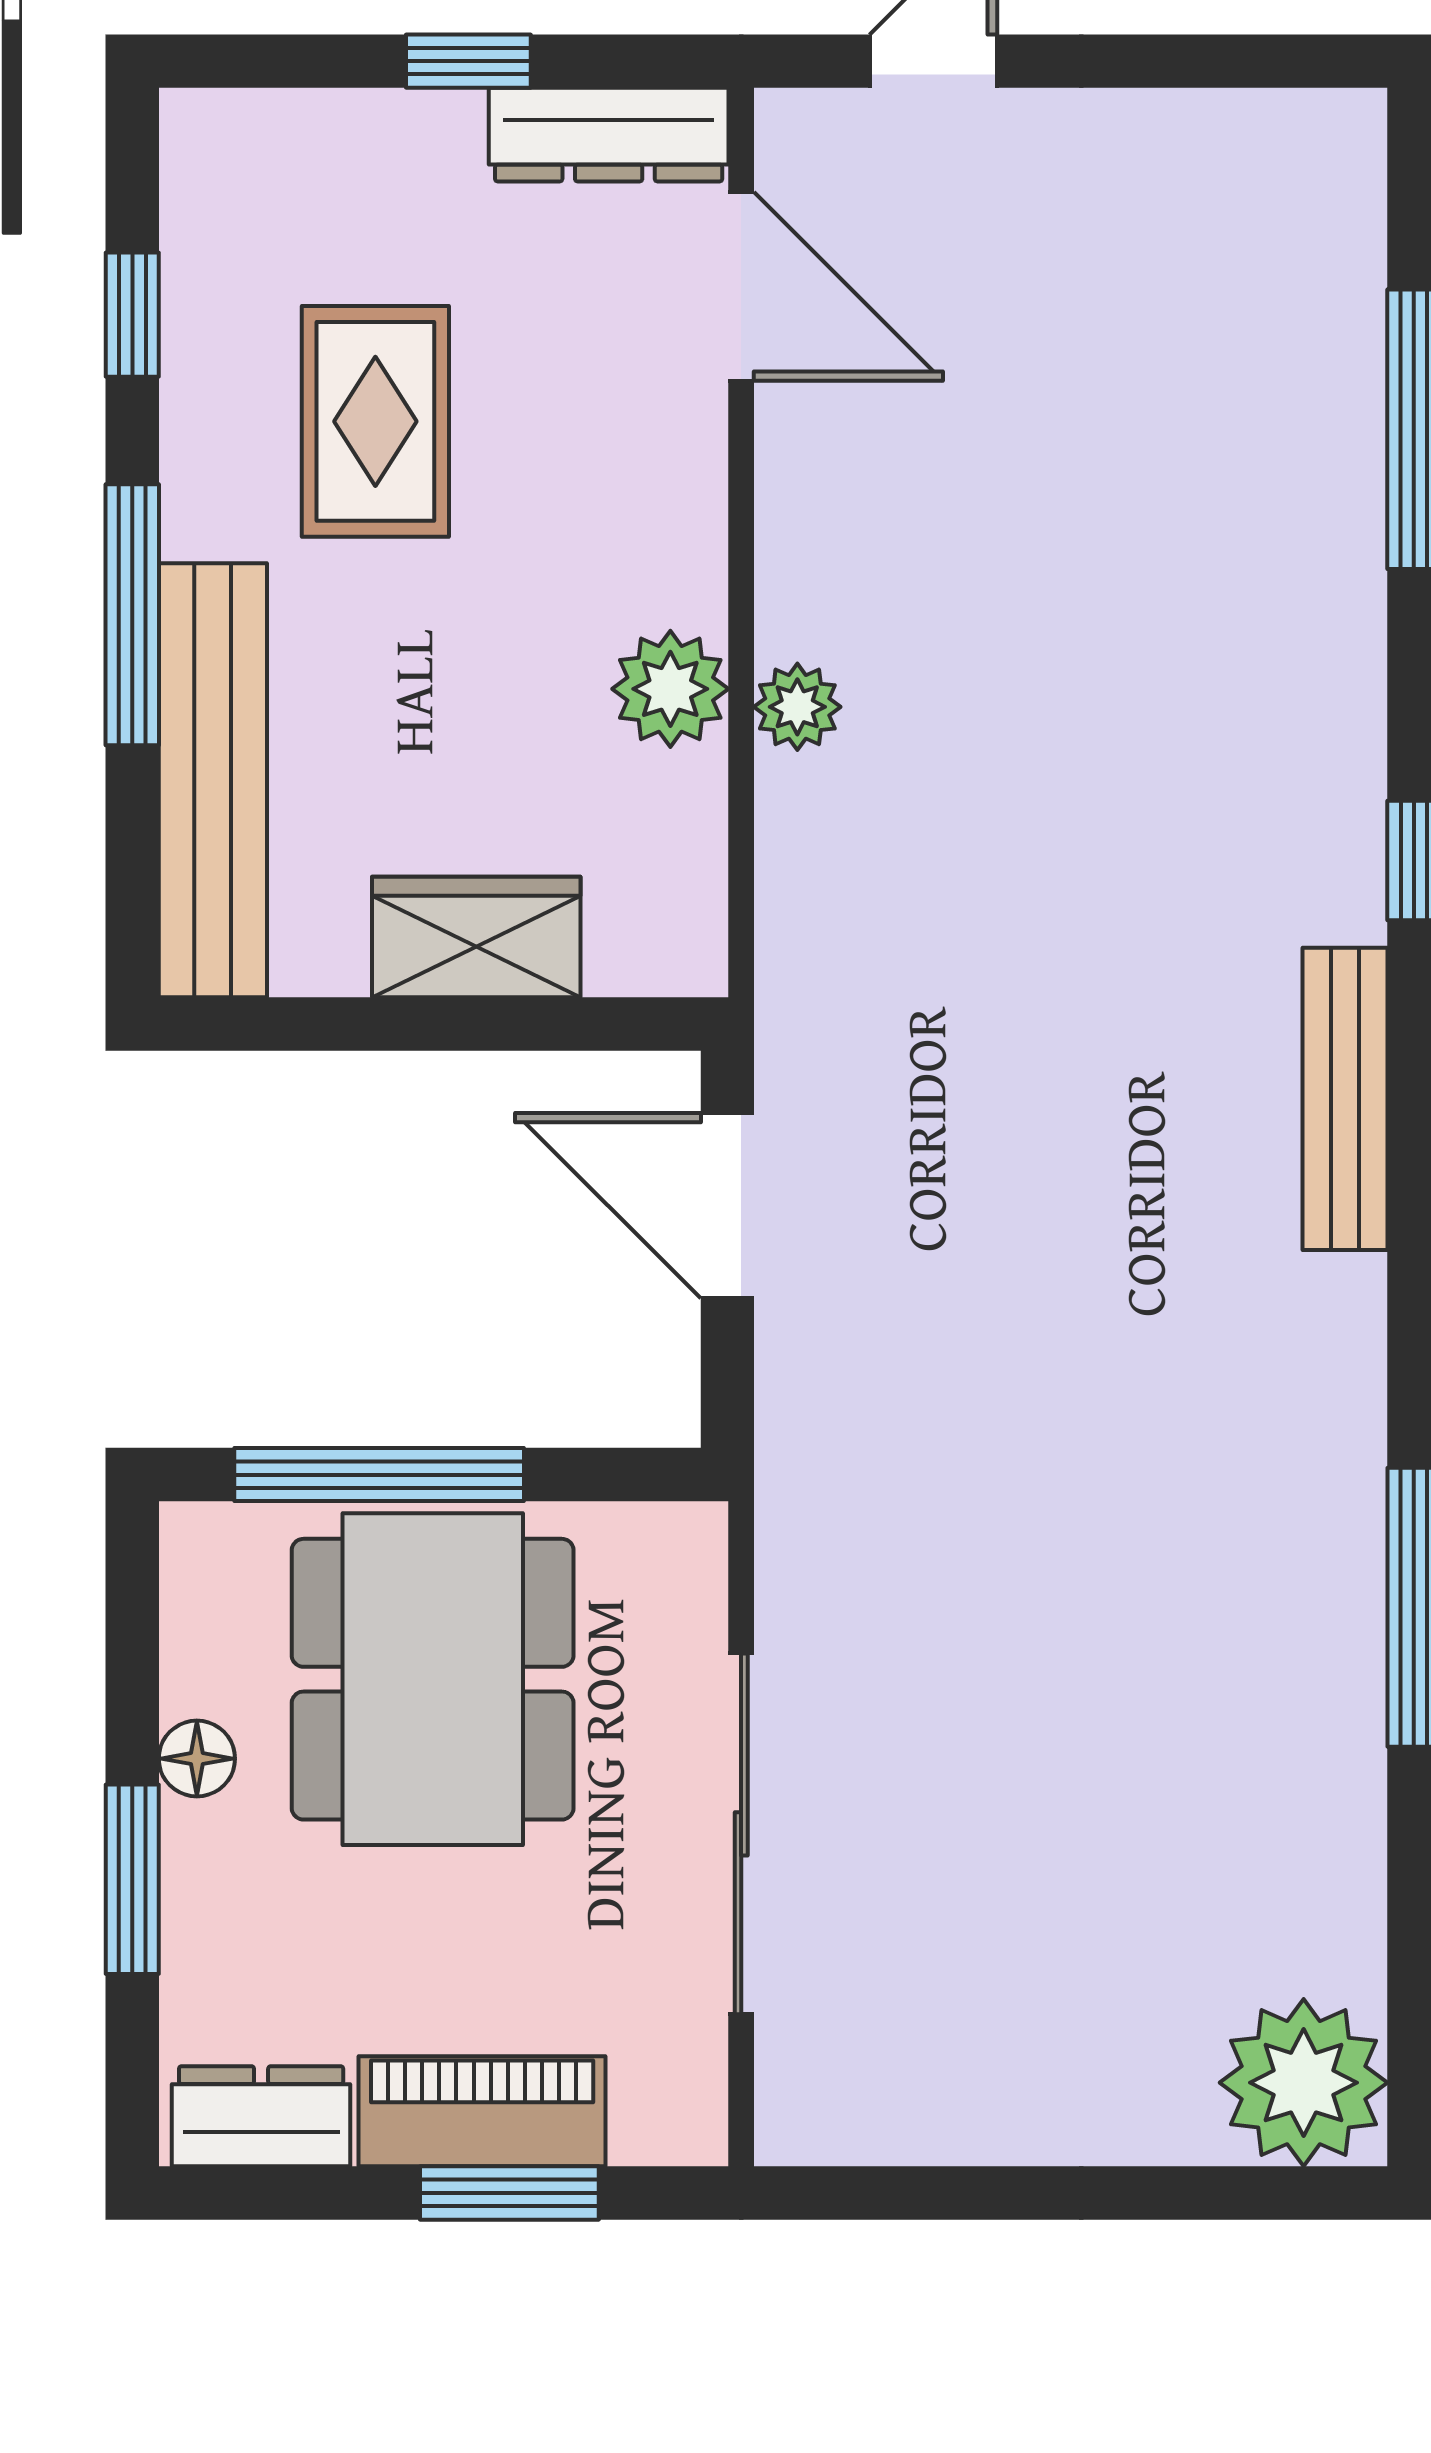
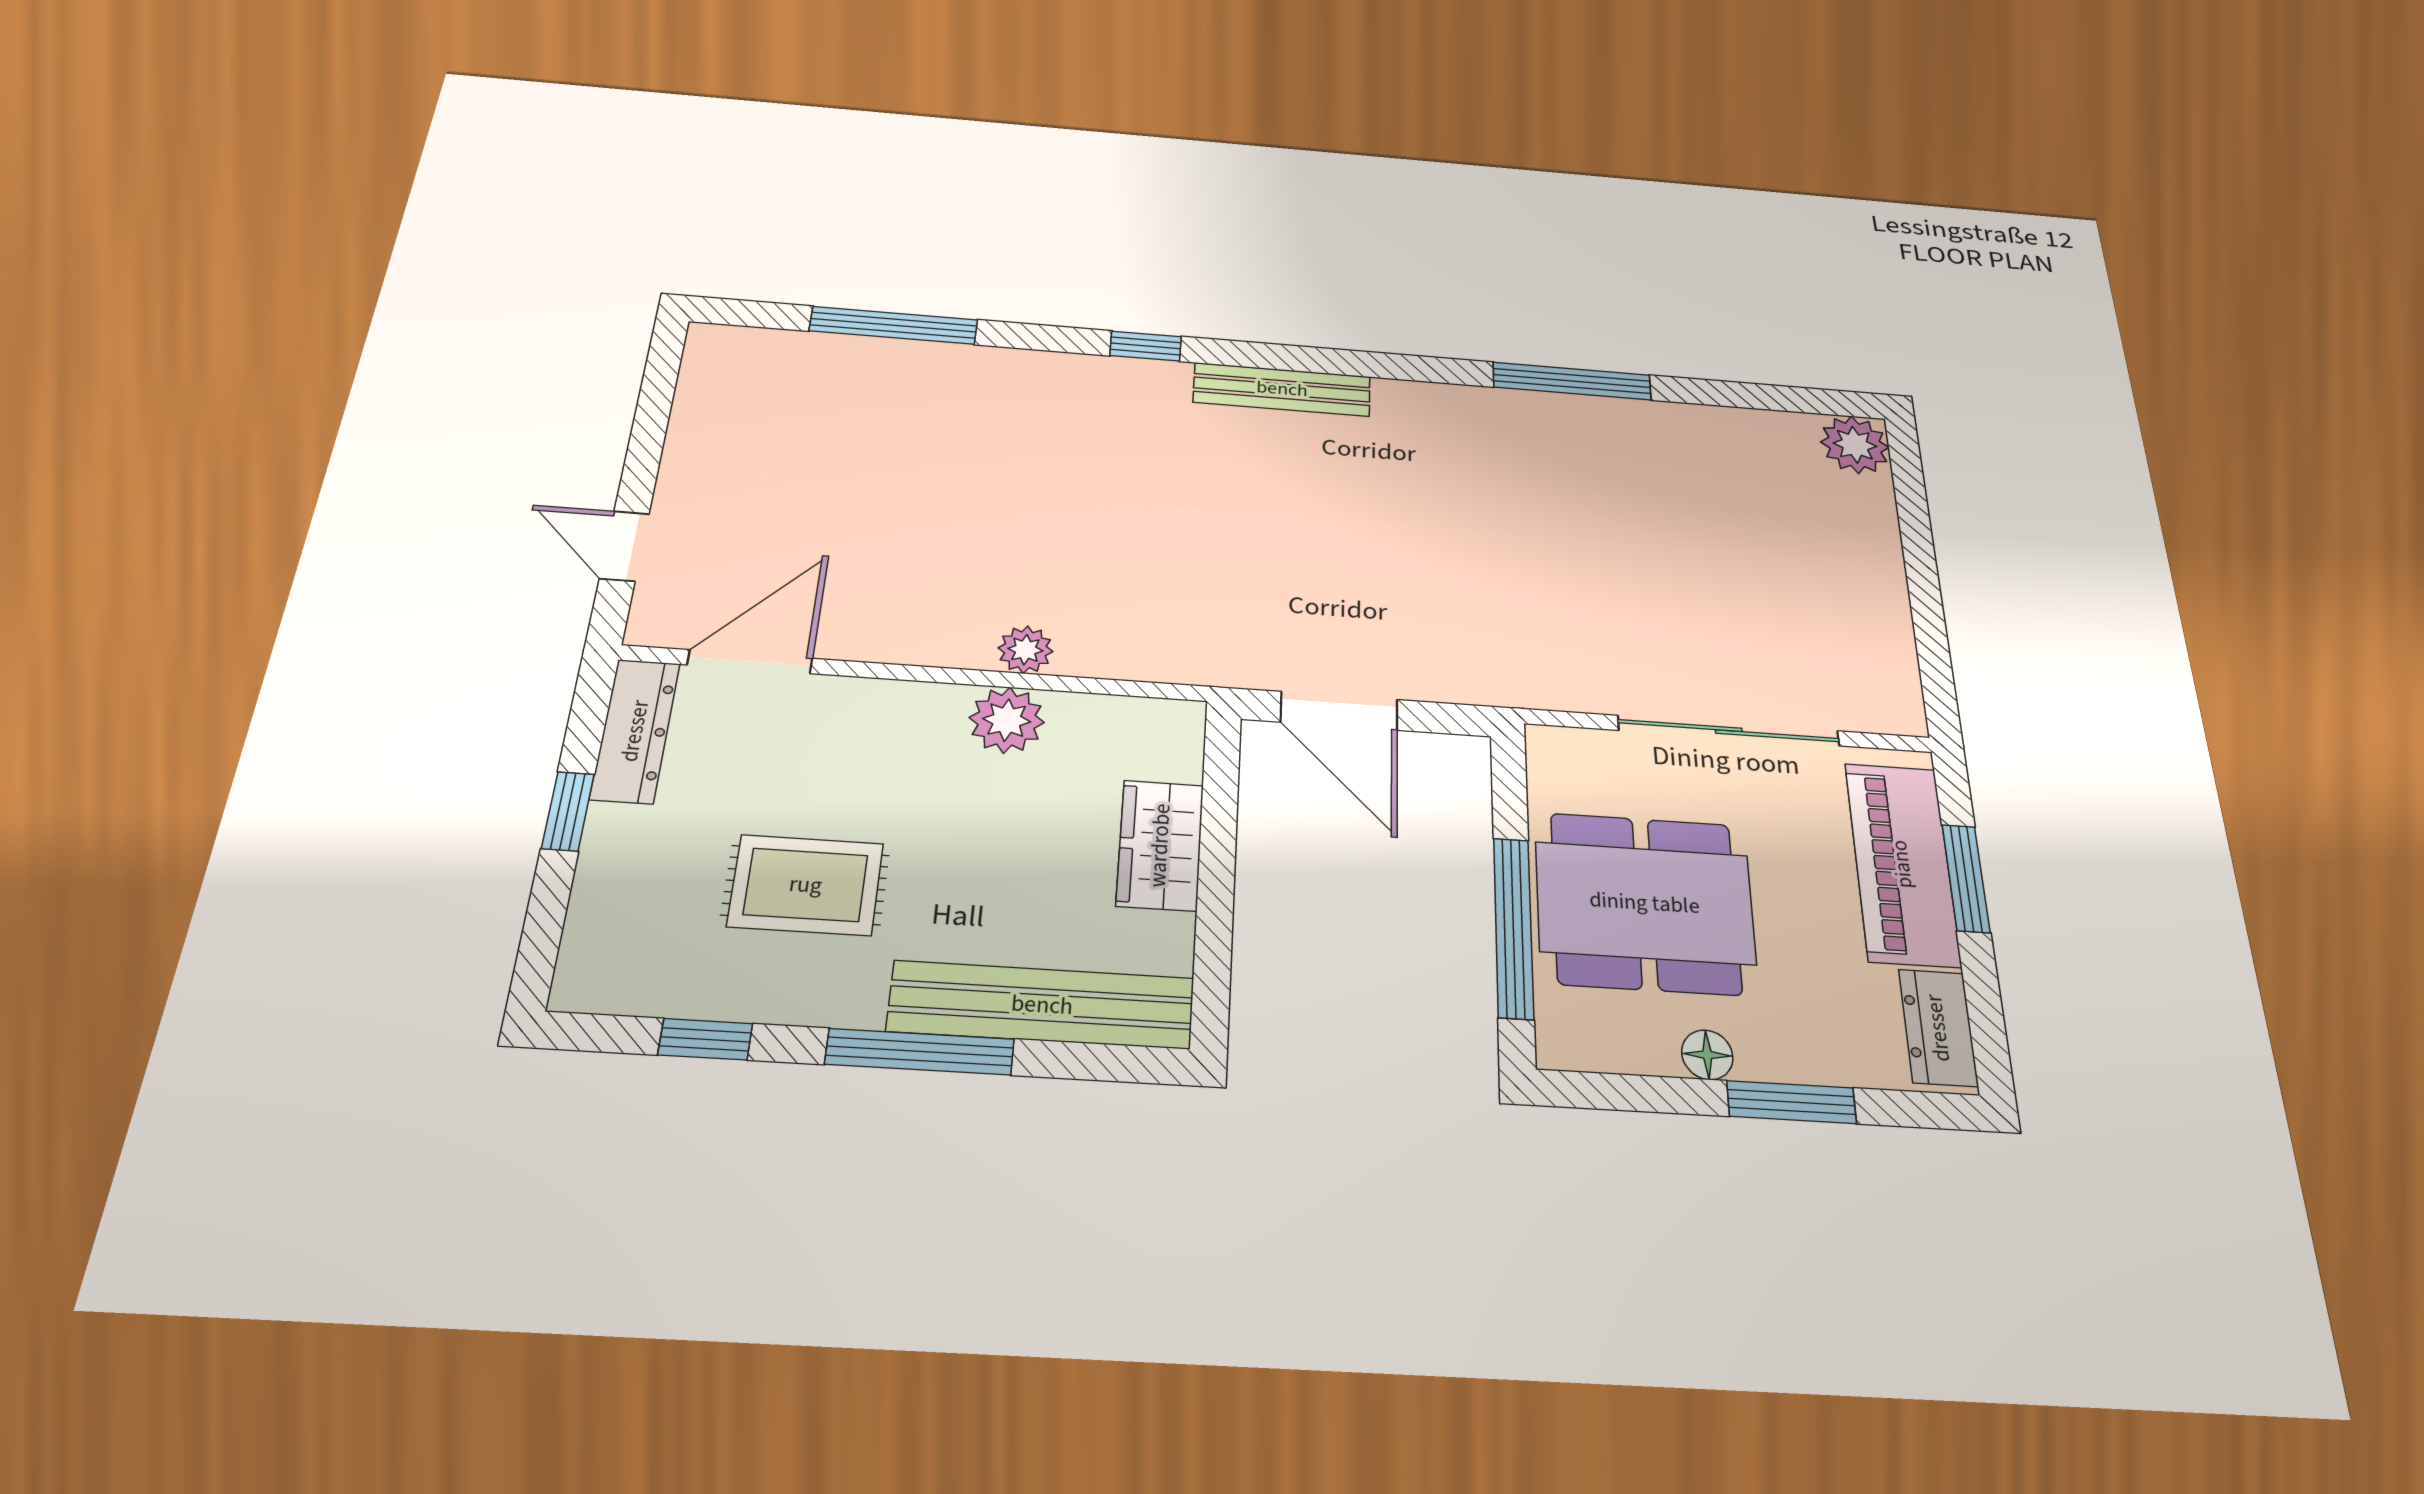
door: (727, 1206) -> (1339, 711), hinge flipped
plant: (1304, 2083) -> (1855, 445), width x0.73, depth x0.73
piano: (482, 2111) -> (1902, 864), width x1.37, depth x1.33

